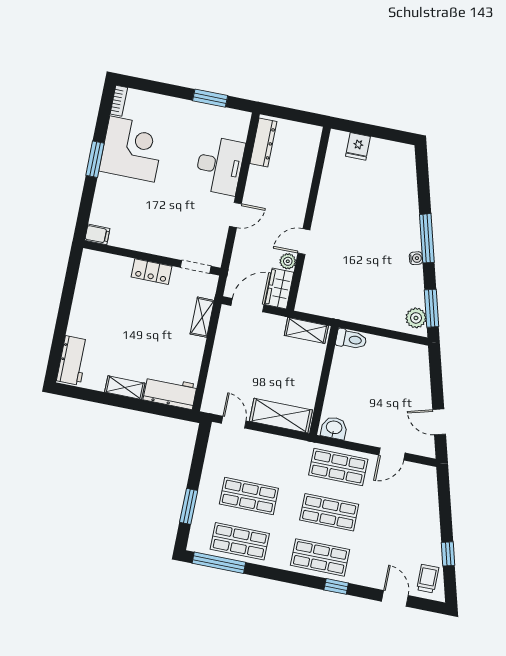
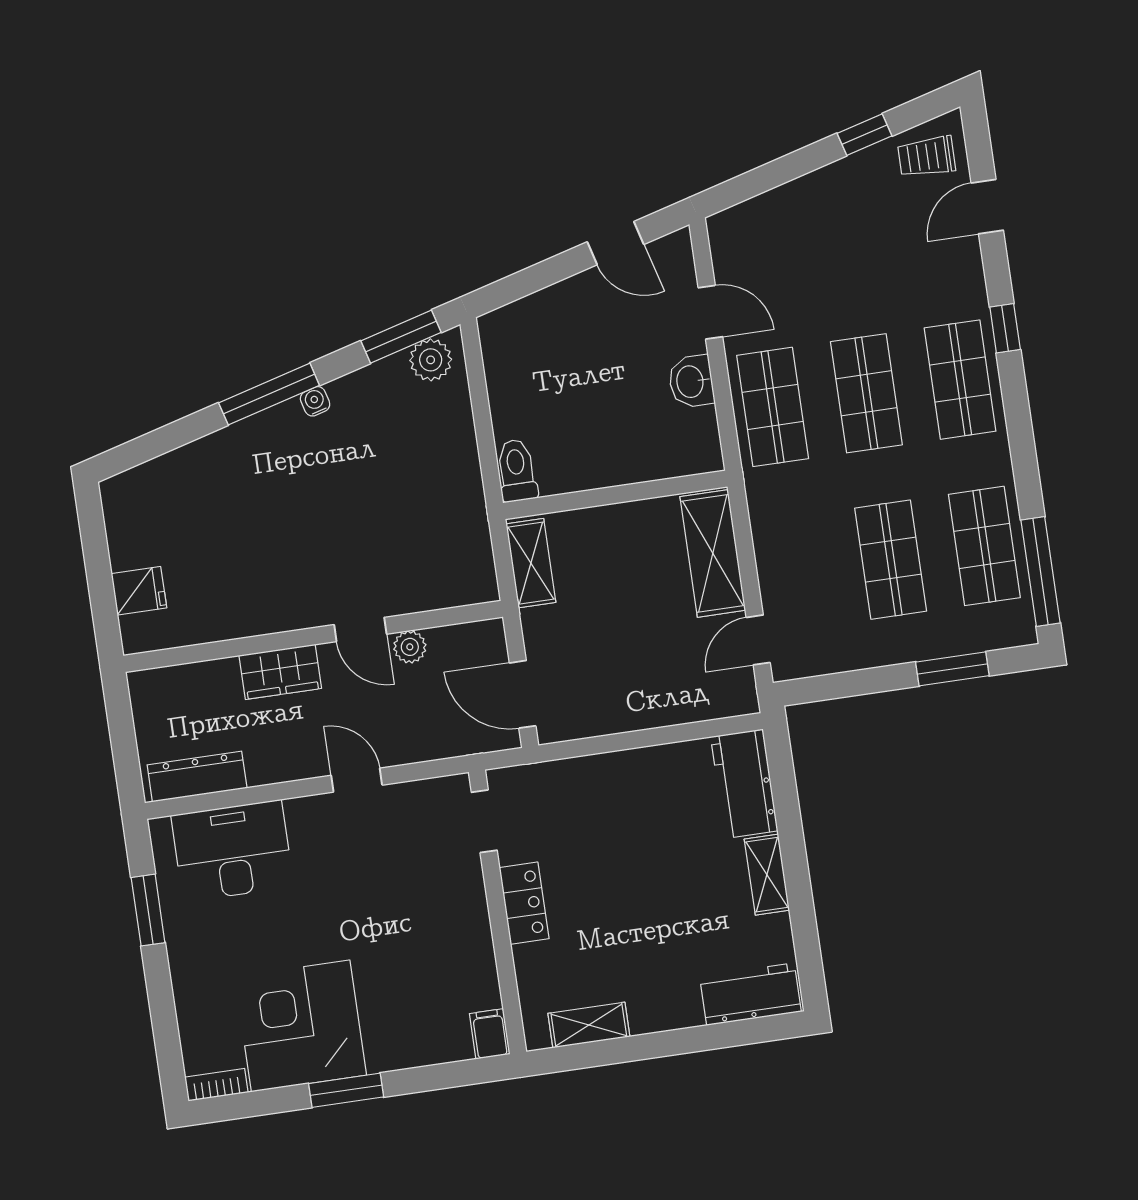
desk: (220, 166) -> (232, 851), moved
wardrobe: (279, 288) -> (280, 672), moved
shelving: (202, 317) -> (589, 1025), moved
door: (439, 422) -> (616, 243), hinge flipped
washbasin: (334, 428) -> (691, 381), moved

